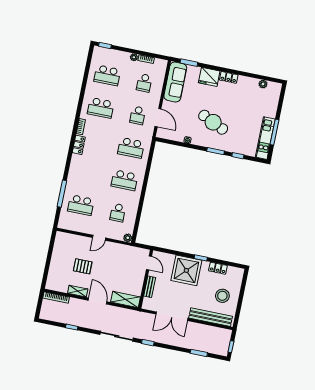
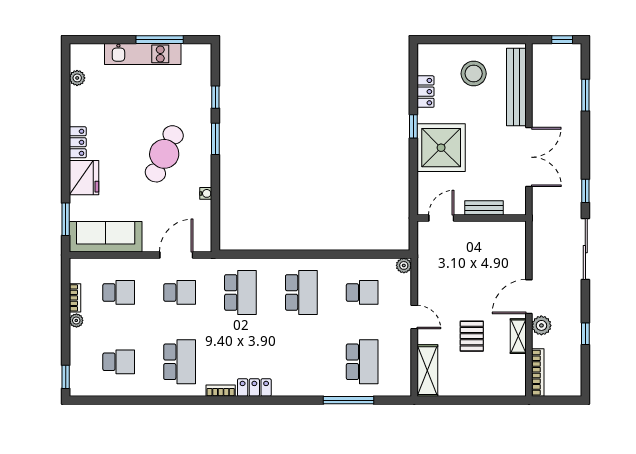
school desk: (107, 75) -> (119, 362), width x0.54
kitchen unit: (265, 138) -> (143, 54), moved
shelving: (126, 299) -> (427, 371), moved
plant: (81, 305) -> (541, 325), added

